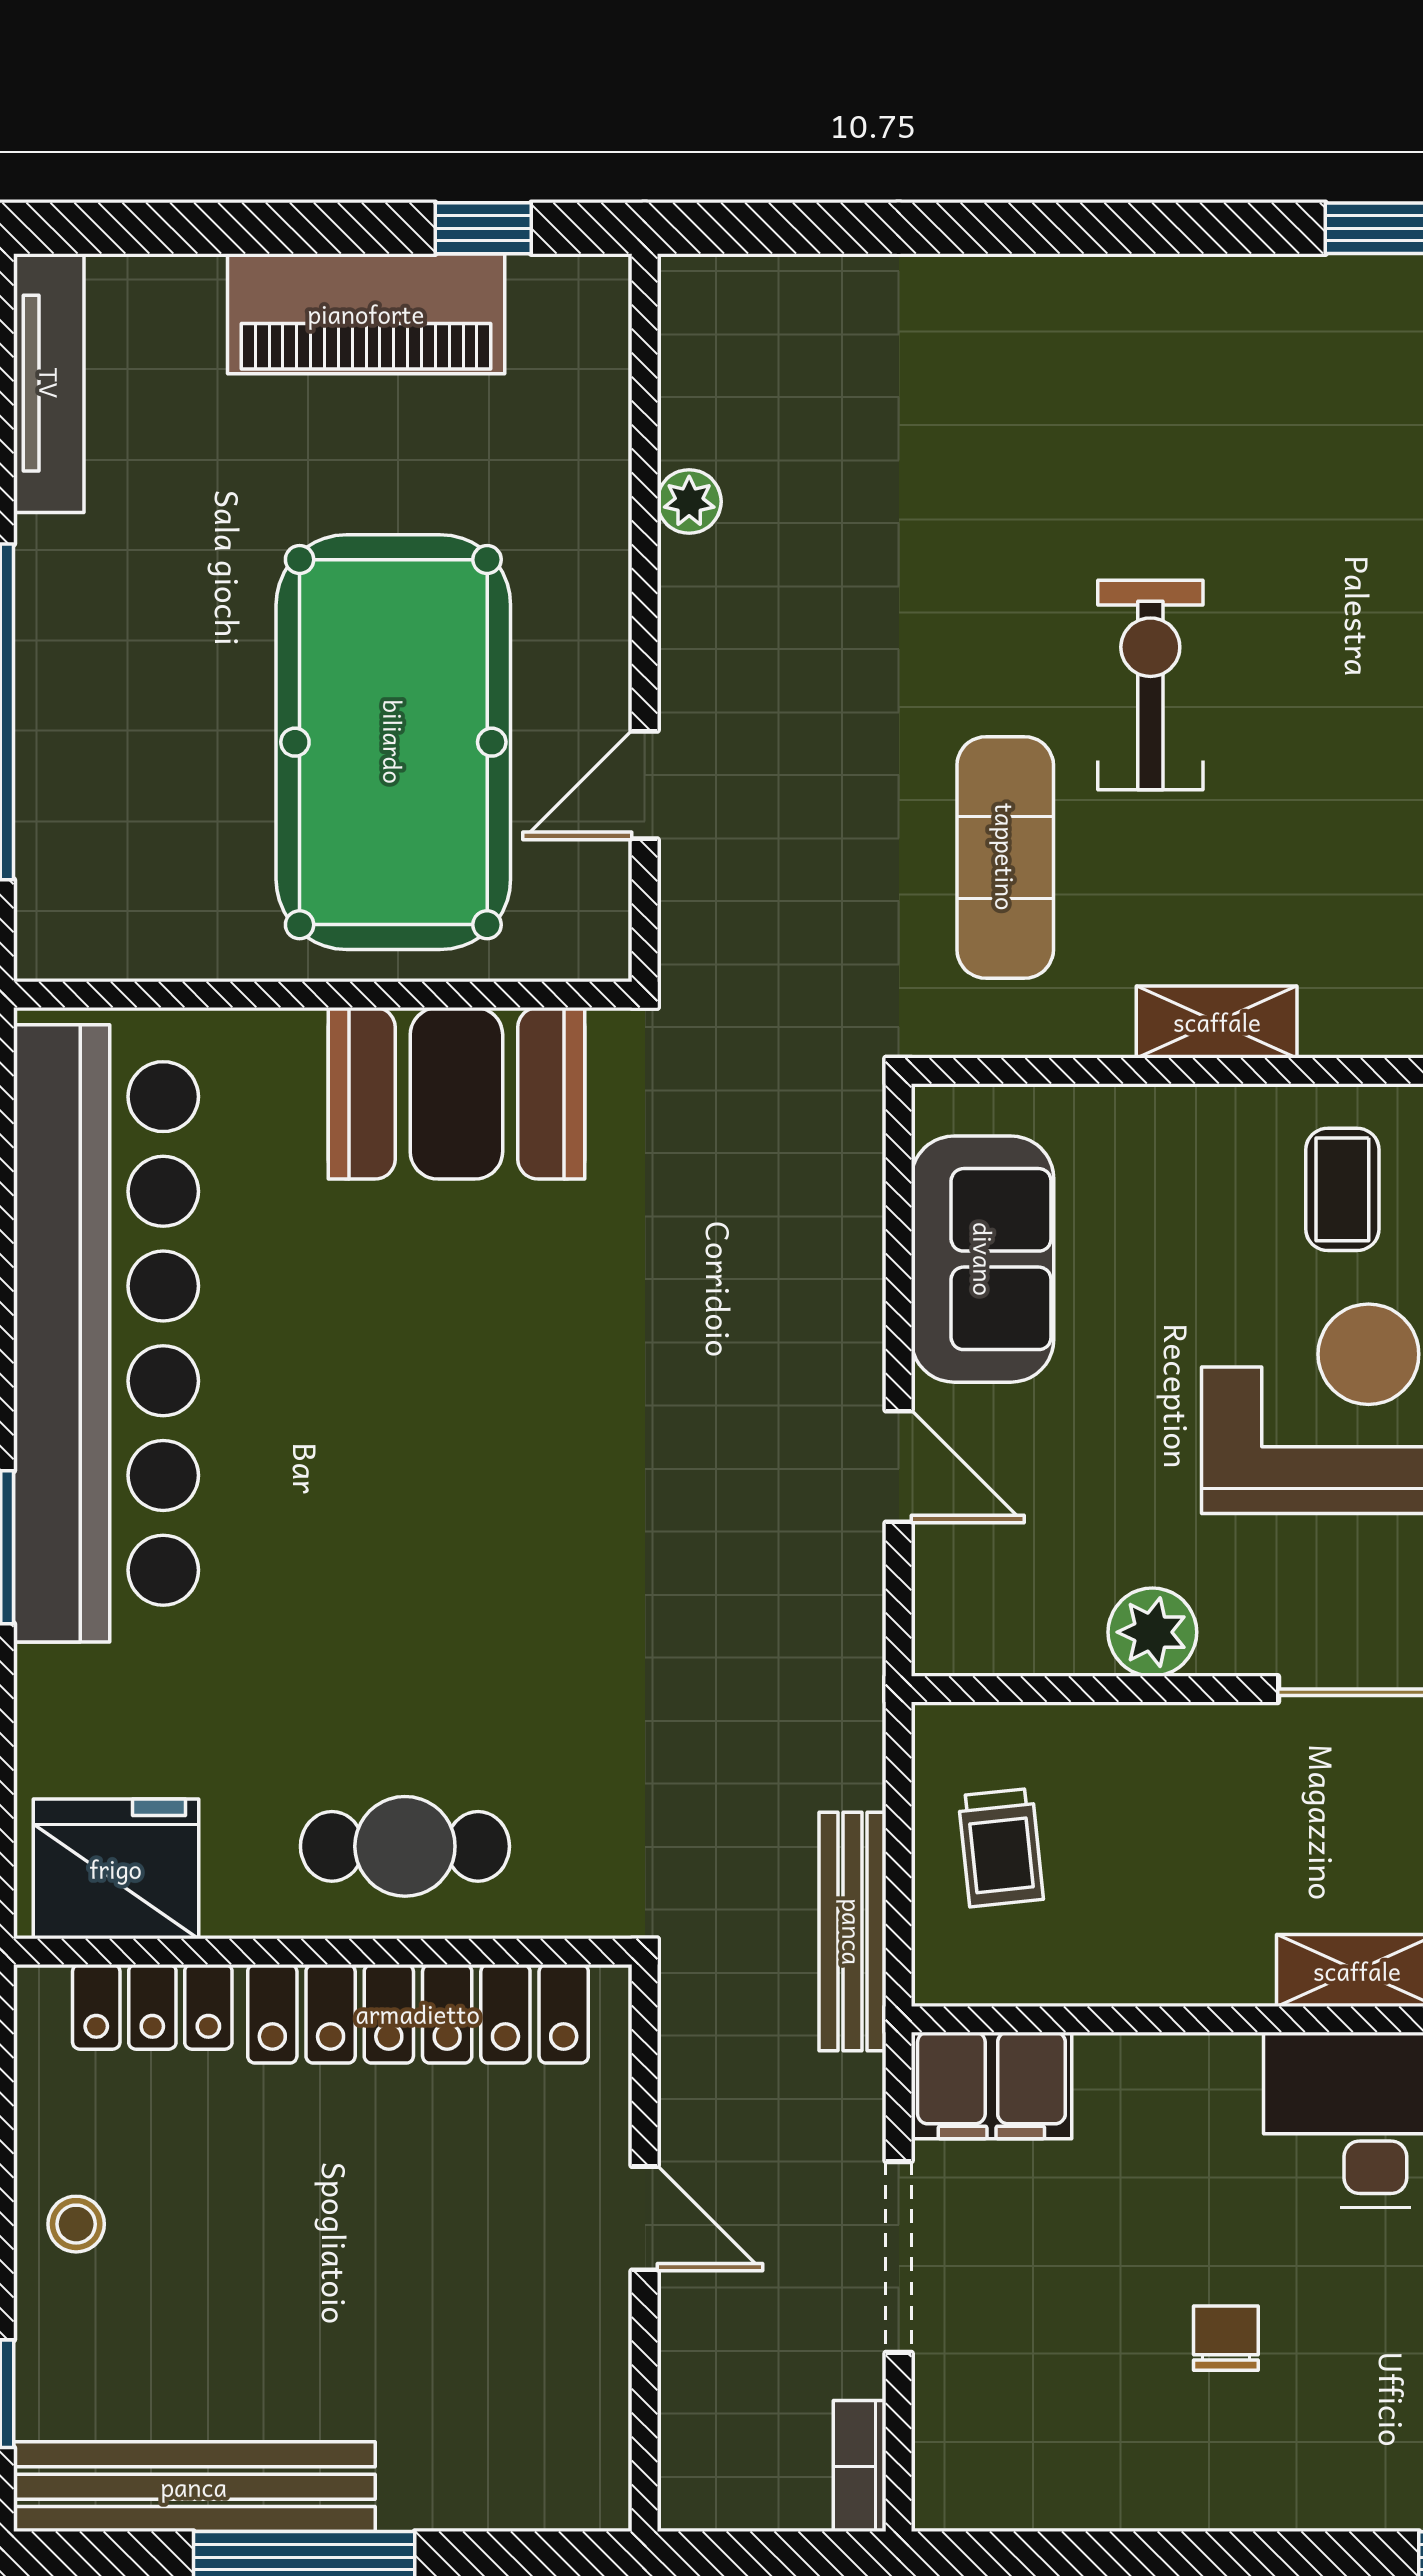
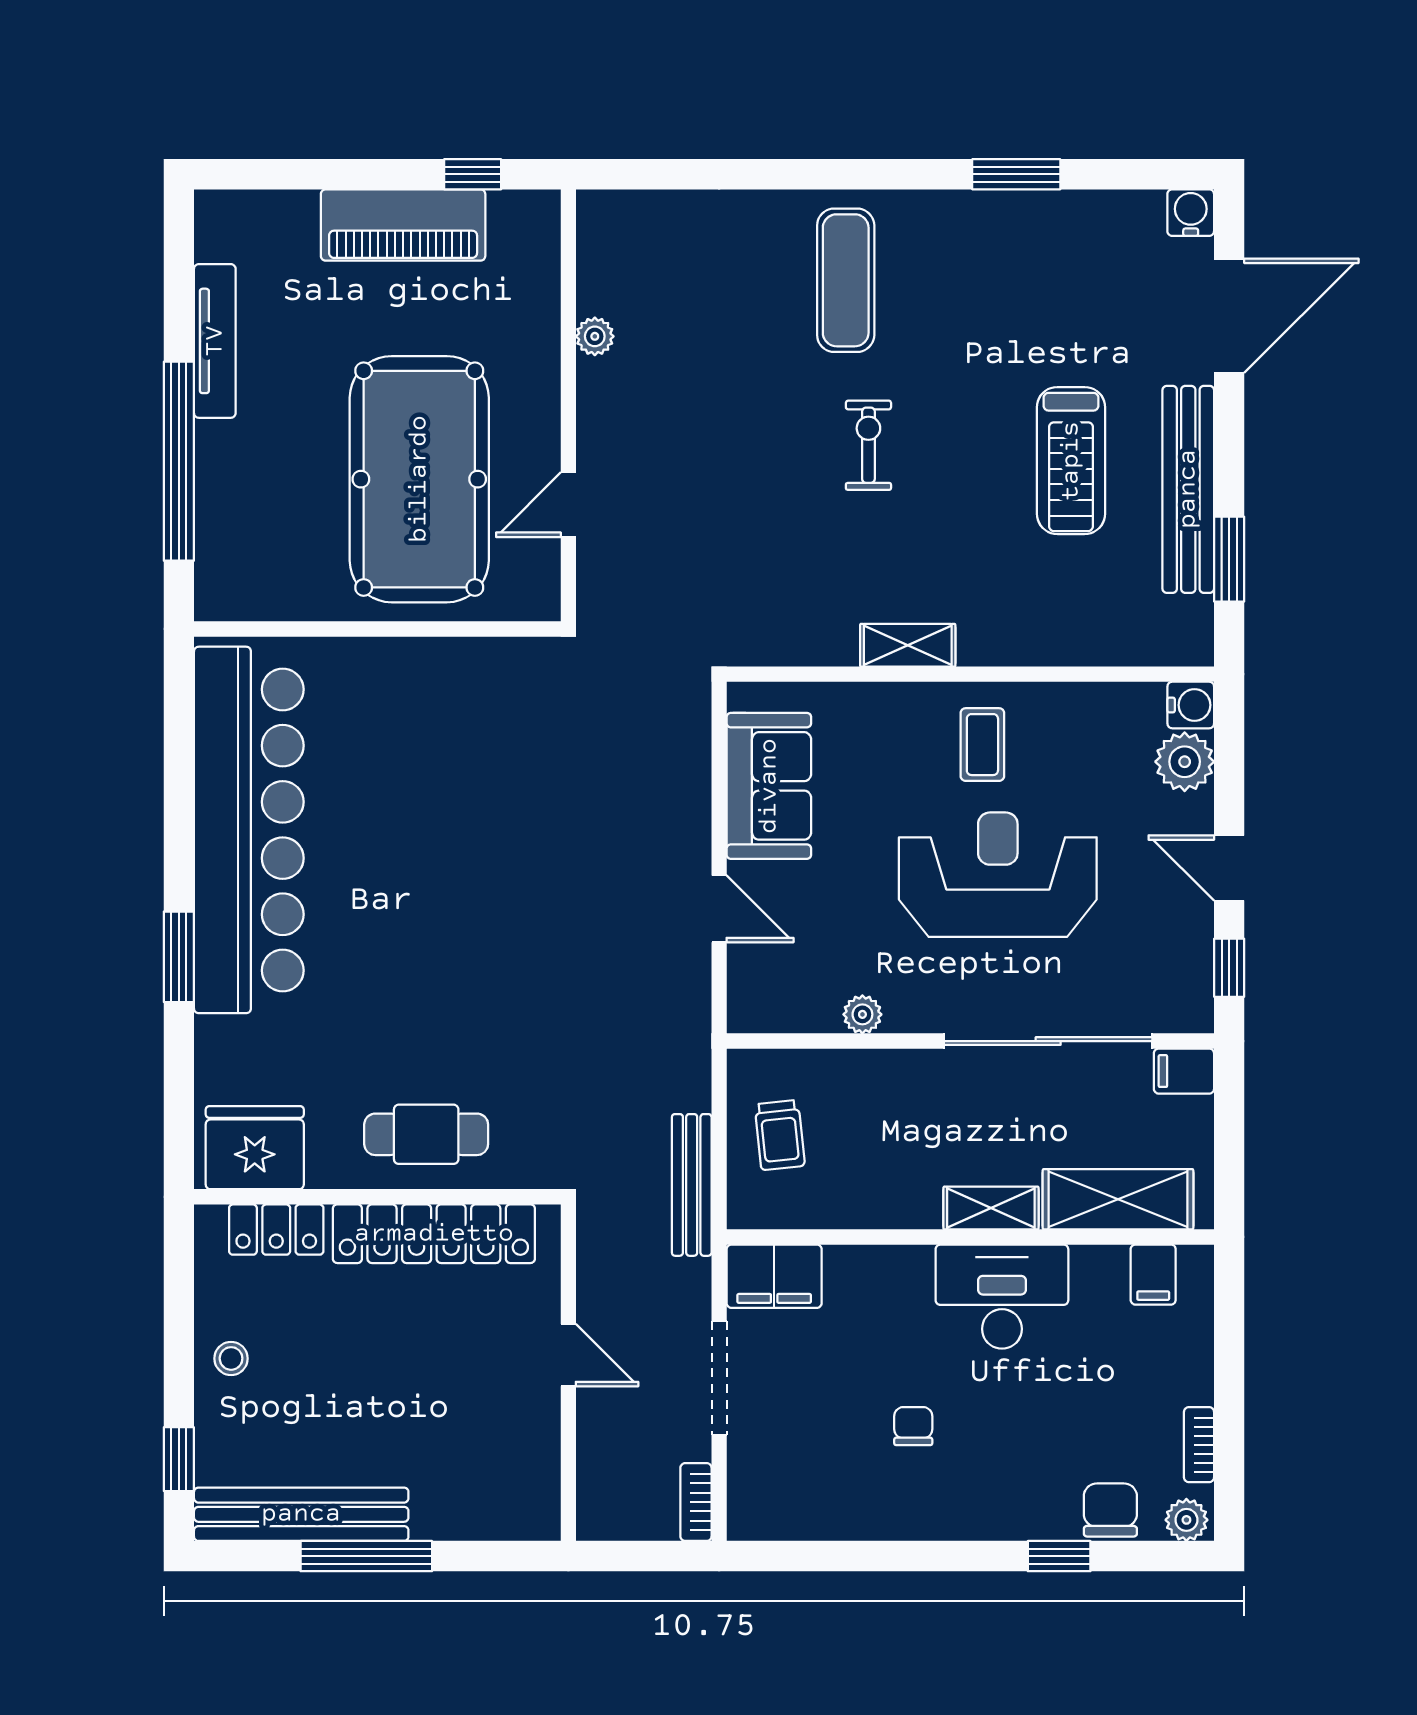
tv unit: (49, 383) -> (215, 341), moved
exercise bike: (1150, 685) -> (868, 445), width x0.73, depth x0.72
exercise mat: (1005, 857) -> (846, 280), moved
booth: (456, 1093) -> (457, 687), removed
plant: (1152, 1632) -> (862, 1014), width x0.73, depth x0.73

